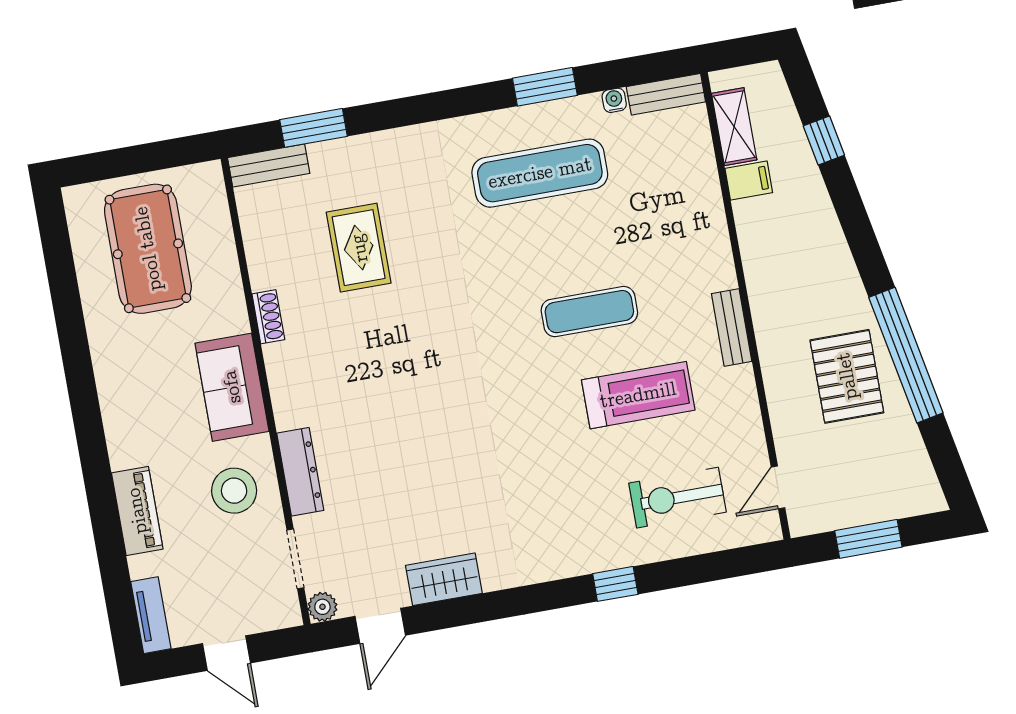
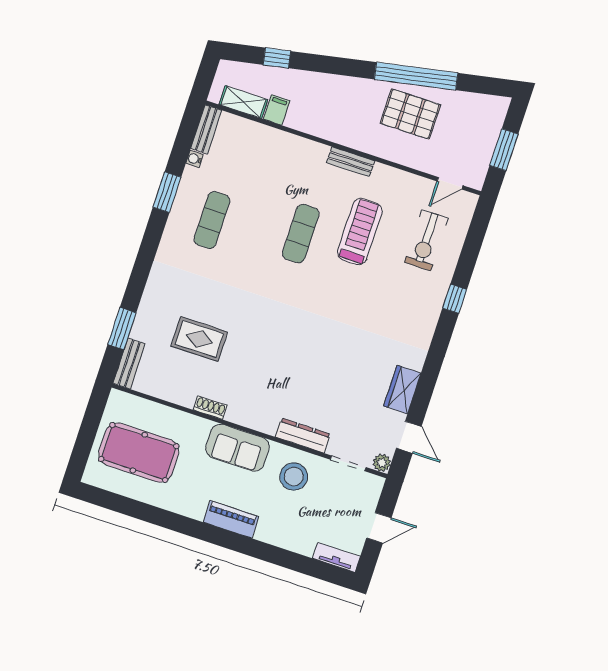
exercise mat: (540, 173) -> (212, 220), width x0.73, depth x0.69
door: (778, 487) -> (450, 183), hinge flipped
piano: (137, 511) -> (231, 519), moved

